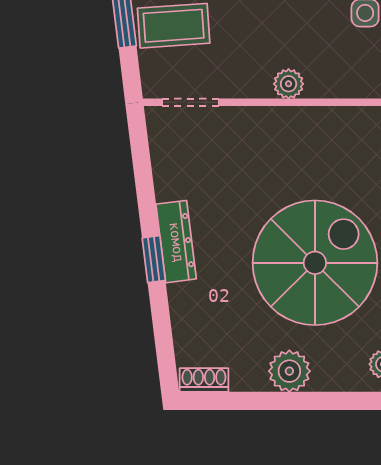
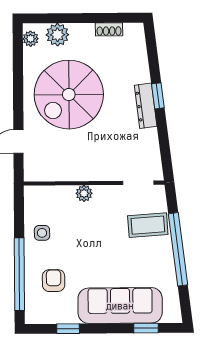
plant: (289, 371) -> (57, 35), moved
shoe rack: (204, 380) -> (109, 29), moved

